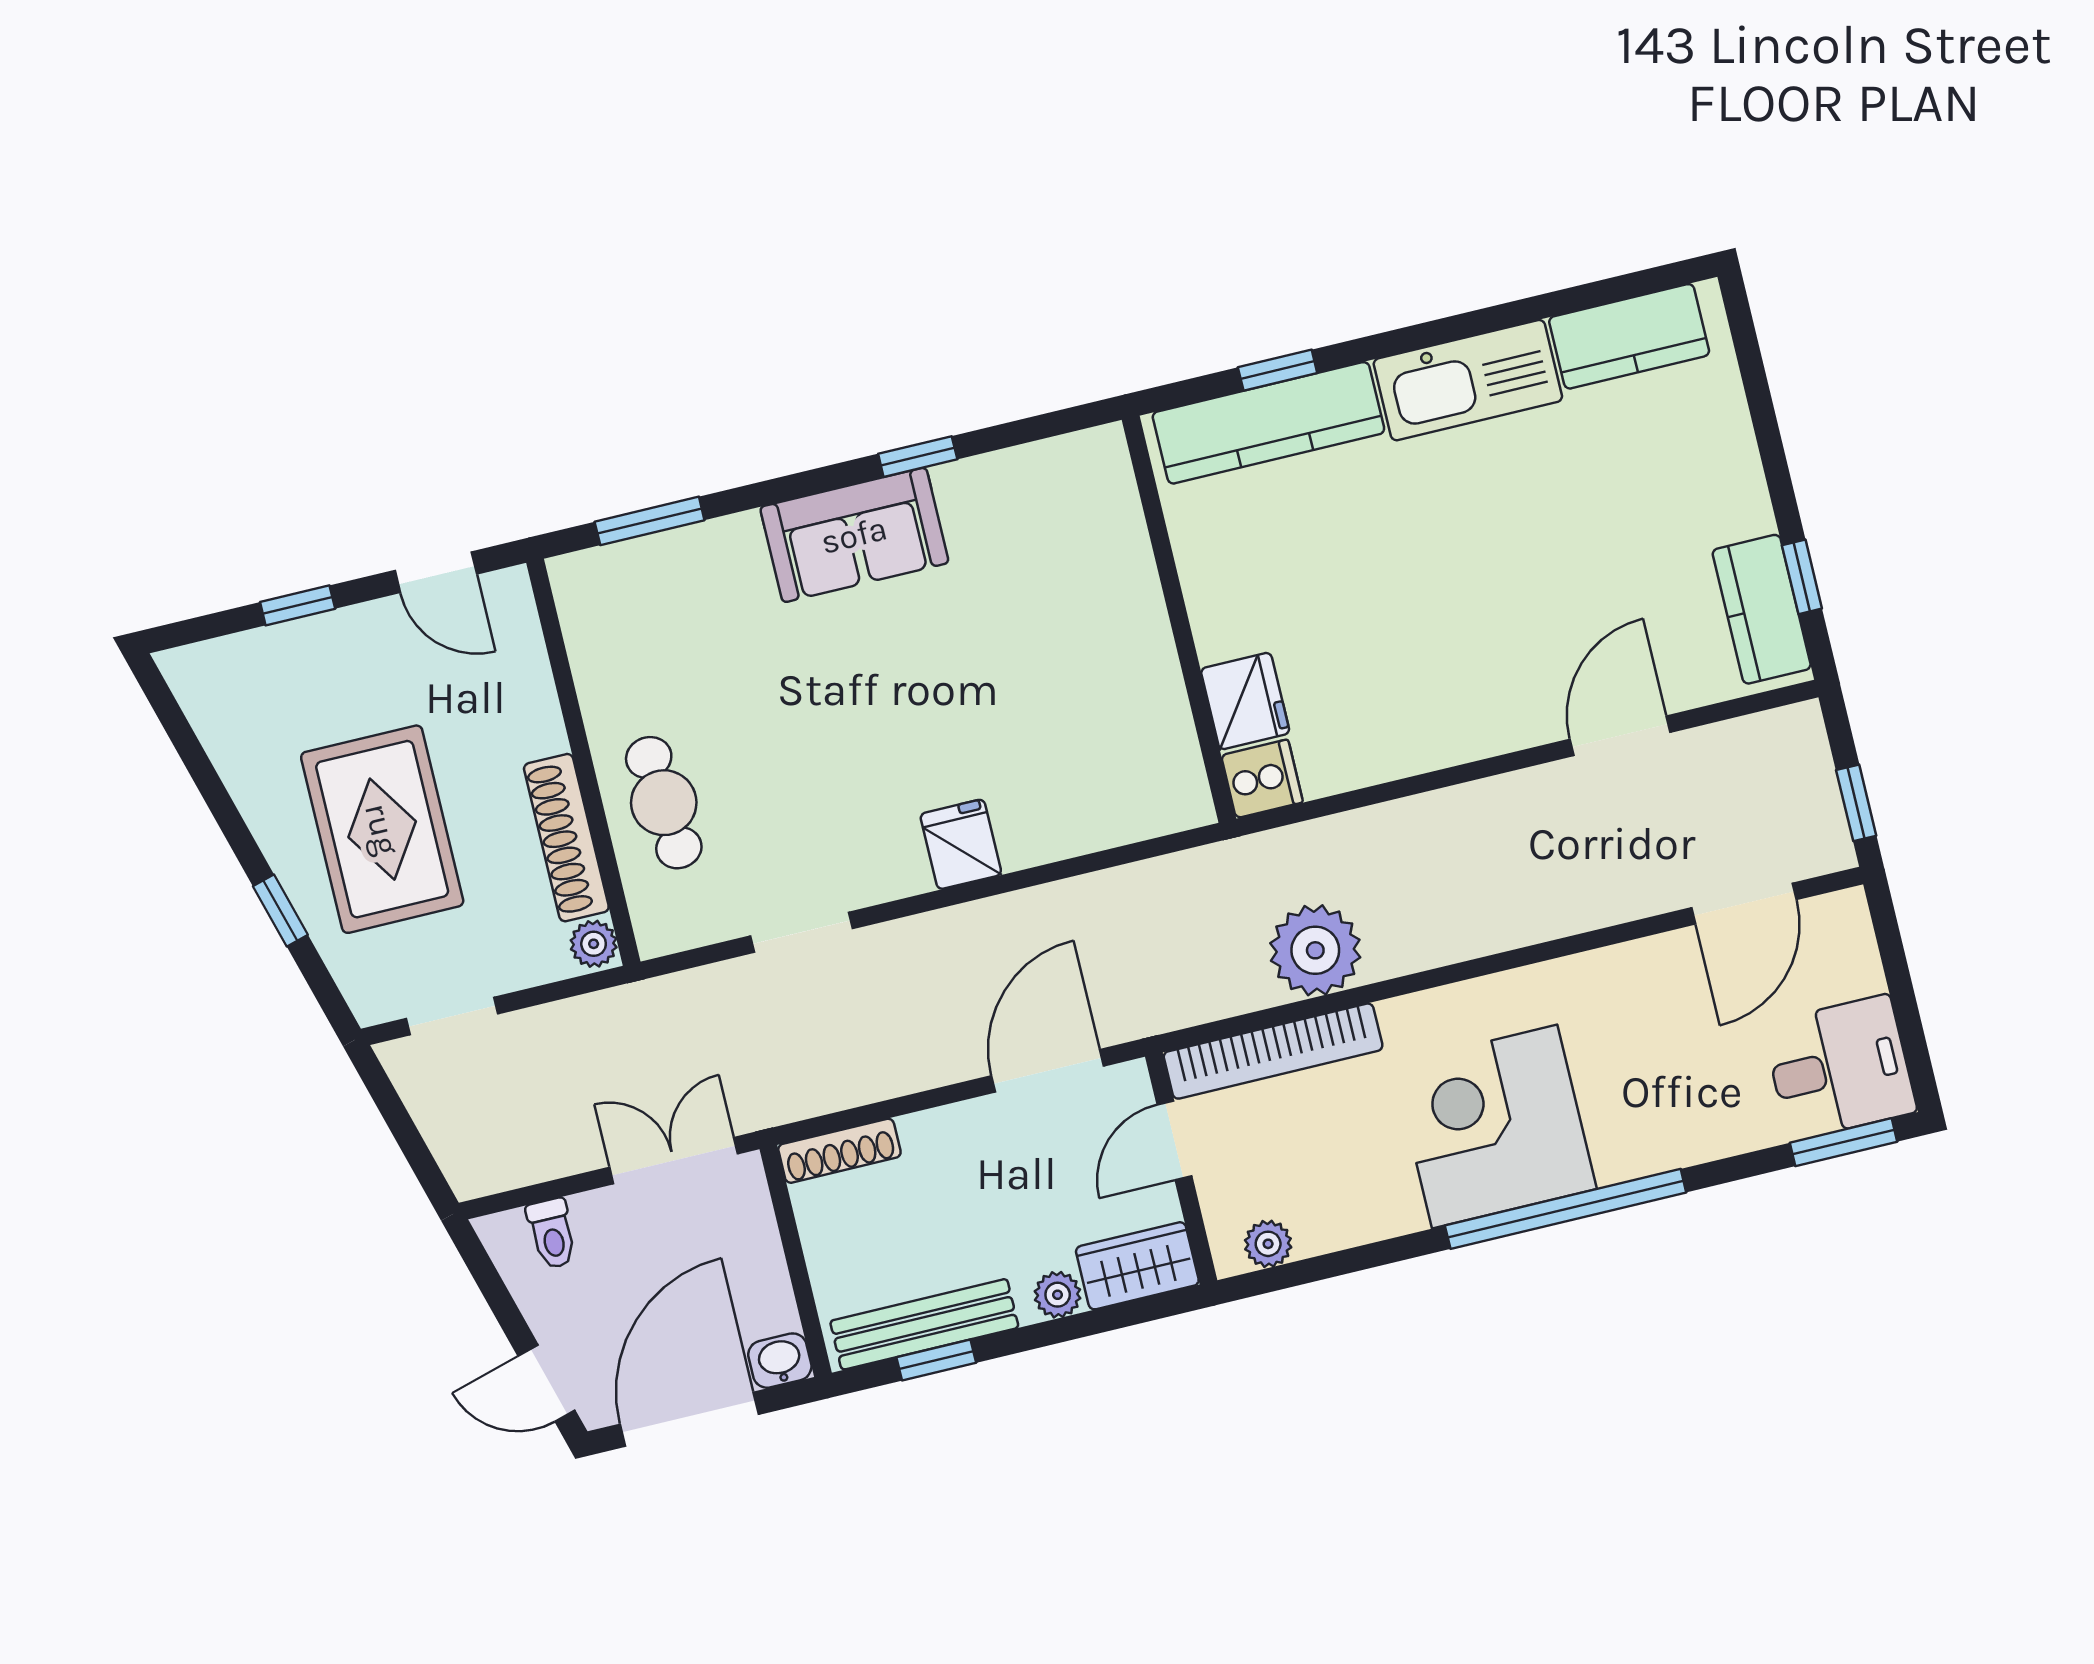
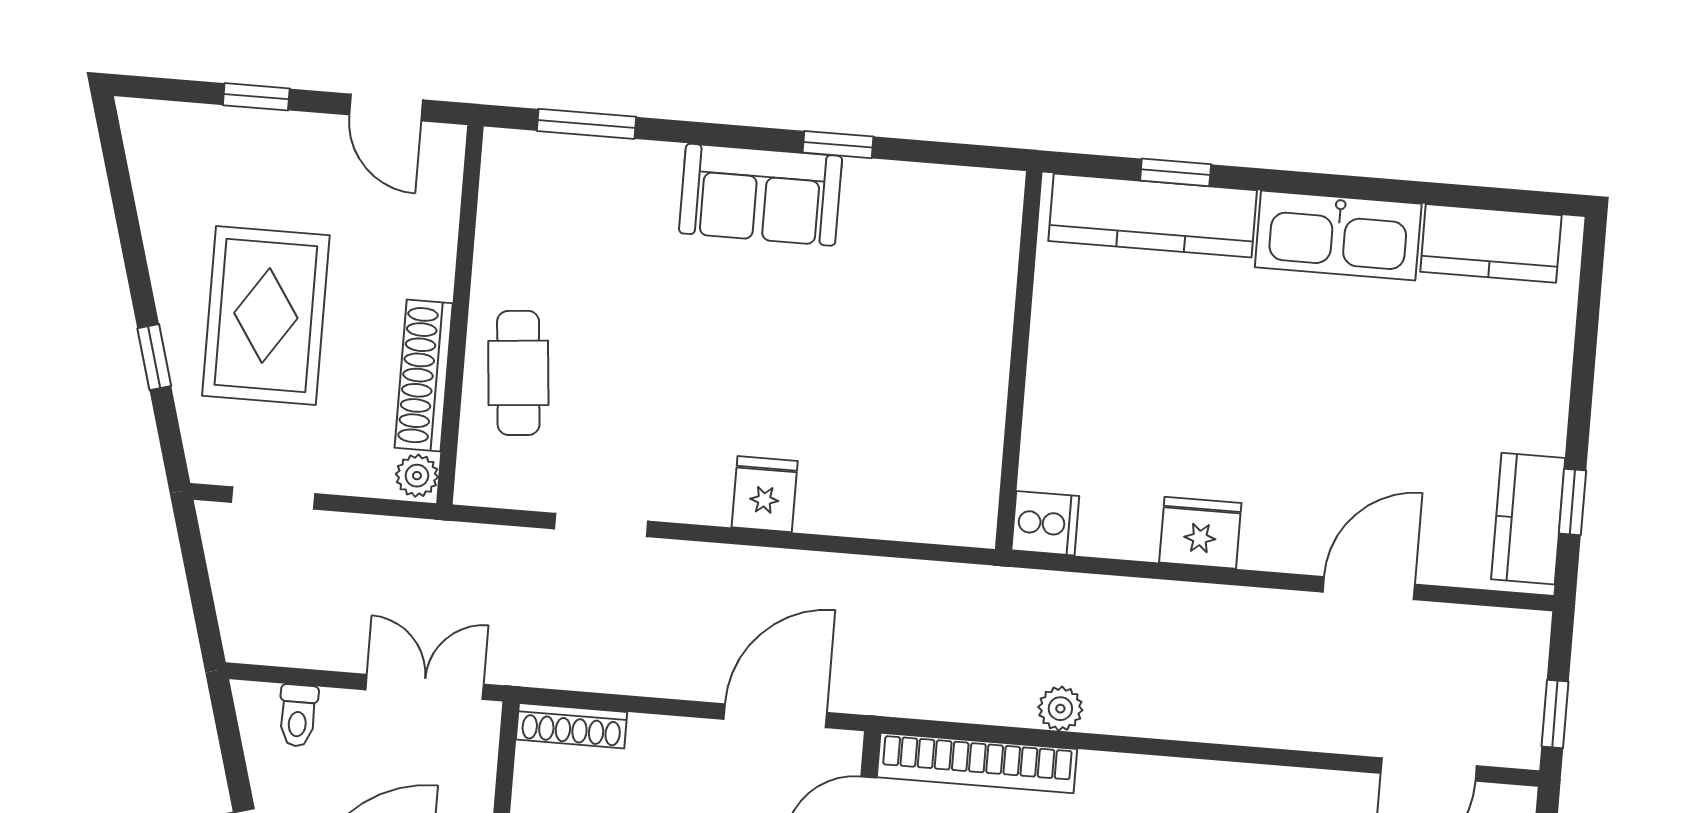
fridge: (1245, 701) -> (1200, 533), moved, turned -90
plant: (1315, 950) -> (1060, 709), width x0.53, depth x0.53

